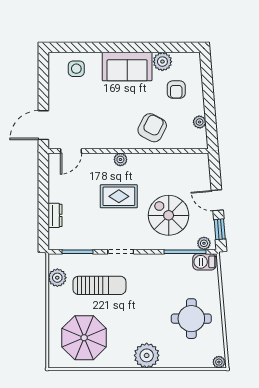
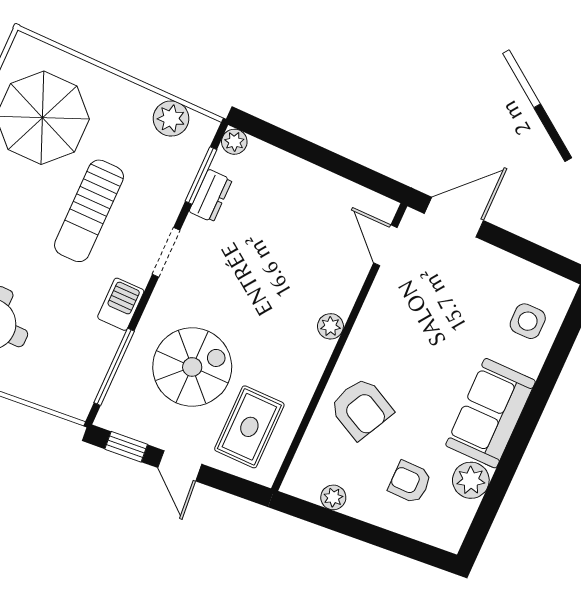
door: (43, 125) -> (454, 217), hinge flipped
rug: (119, 196) -> (249, 427), moved
door: (217, 200) -> (180, 466), swing flipped
dresser: (55, 215) -> (211, 196), moved, turned -90
plant: (204, 243) -> (234, 142), moved
barbecue: (204, 262) -> (121, 304), moved
sun lounger: (99, 285) -> (89, 211), moved

